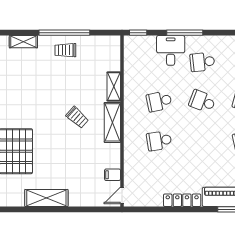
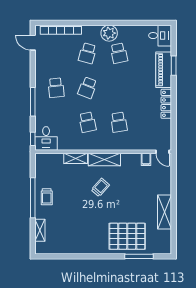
desk: (171, 50) -> (46, 138), moved, turned -90

